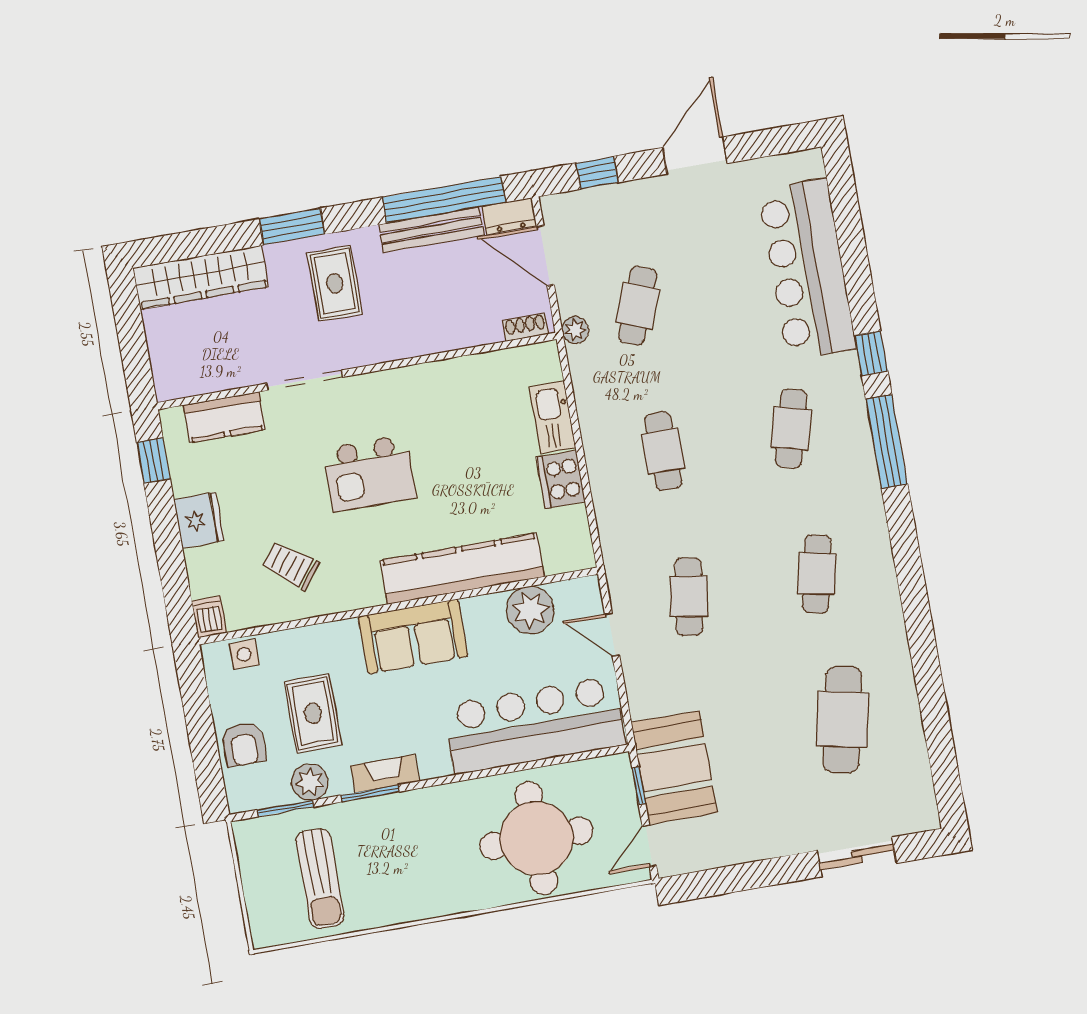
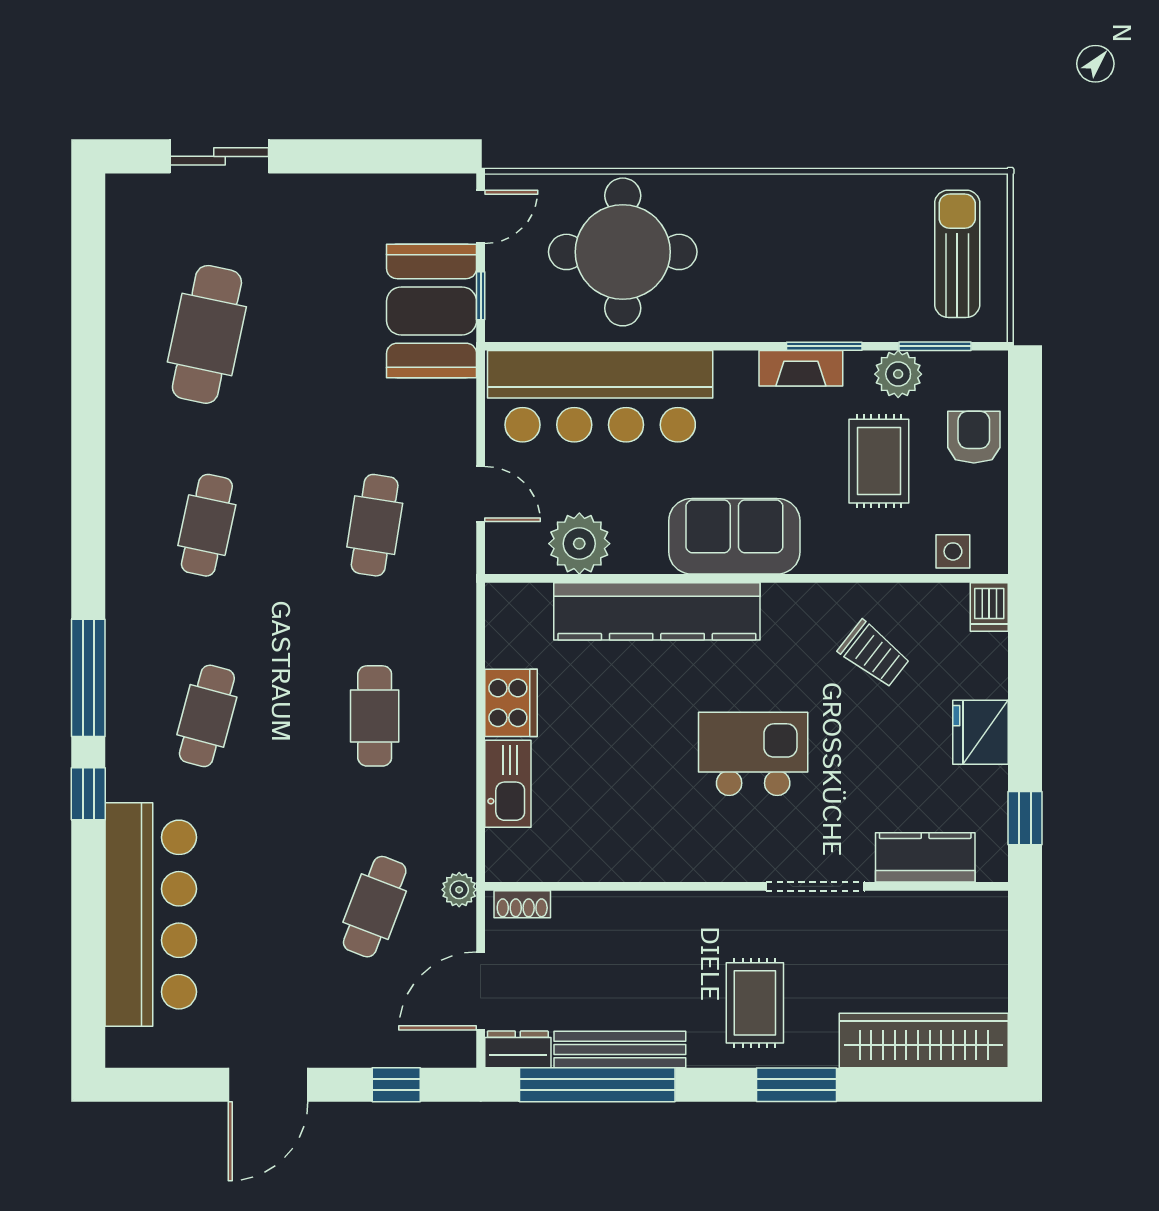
door: (545, 256) -> (481, 991), swing flipped
sun lounger: (320, 878) -> (957, 254), moved

